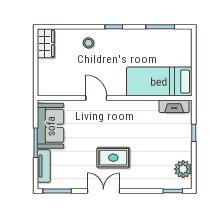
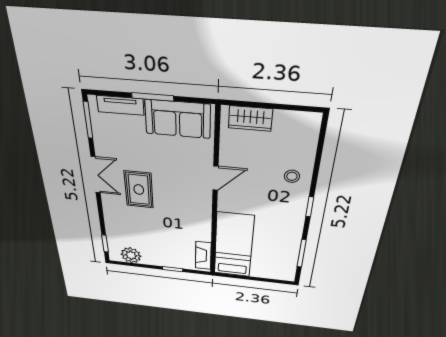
wardrobe: (46, 43) -> (250, 119), moved

